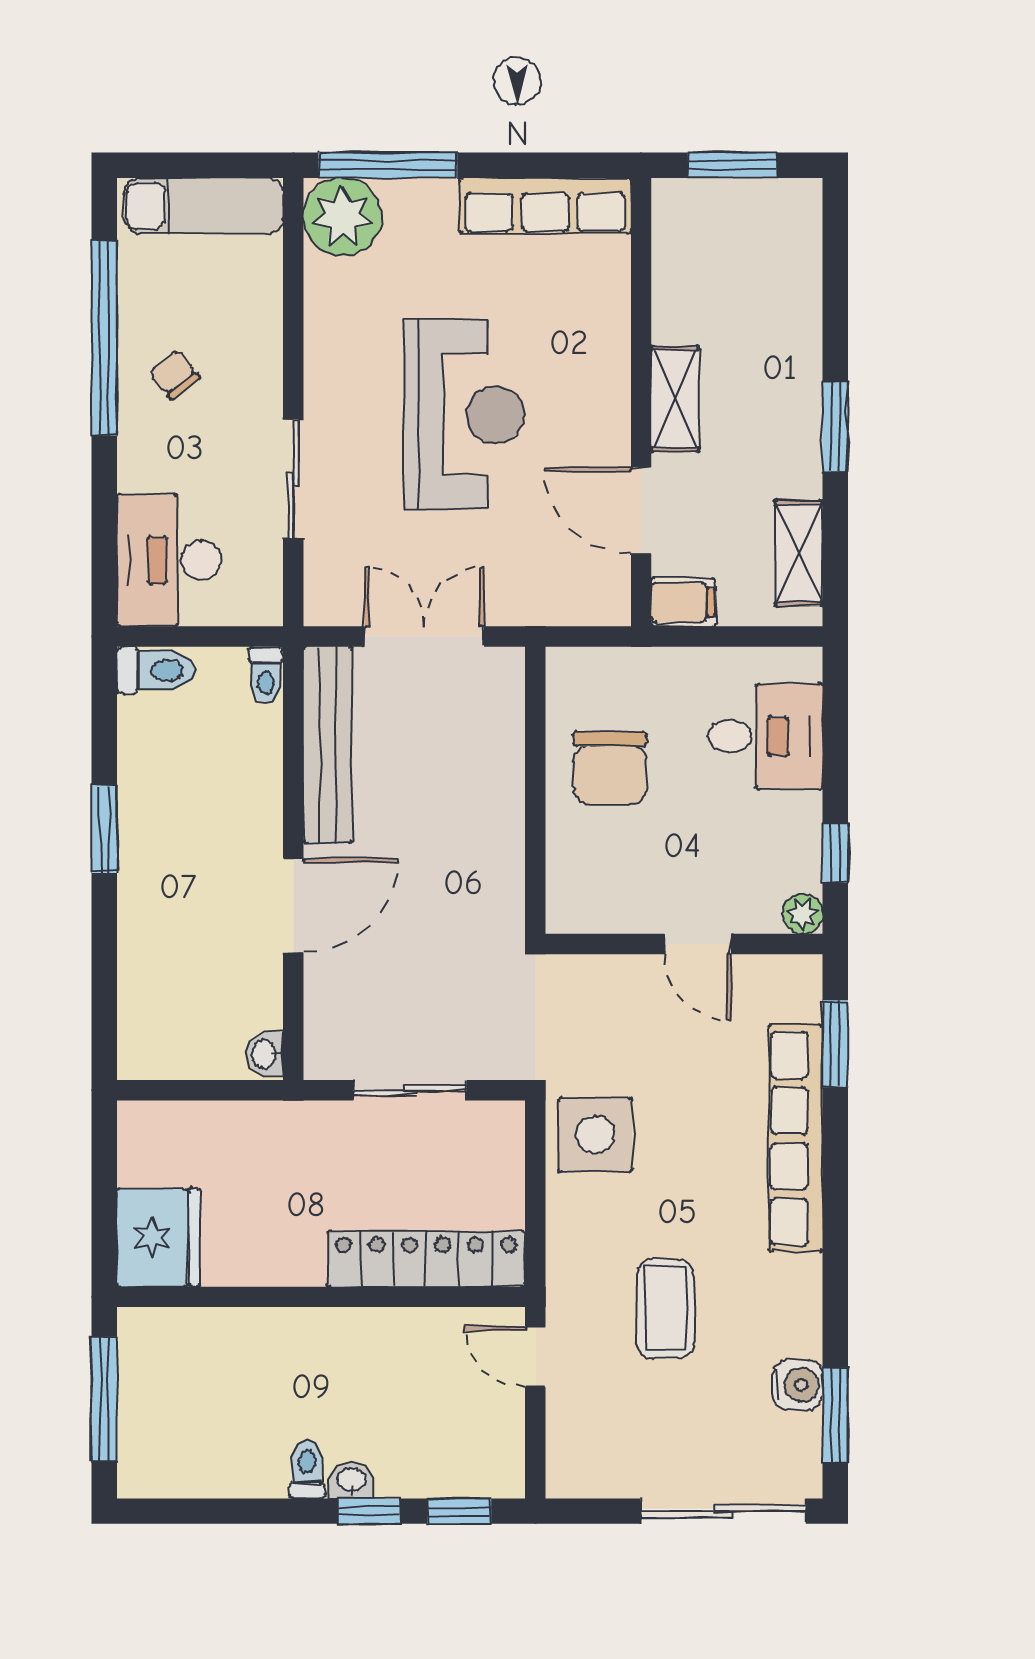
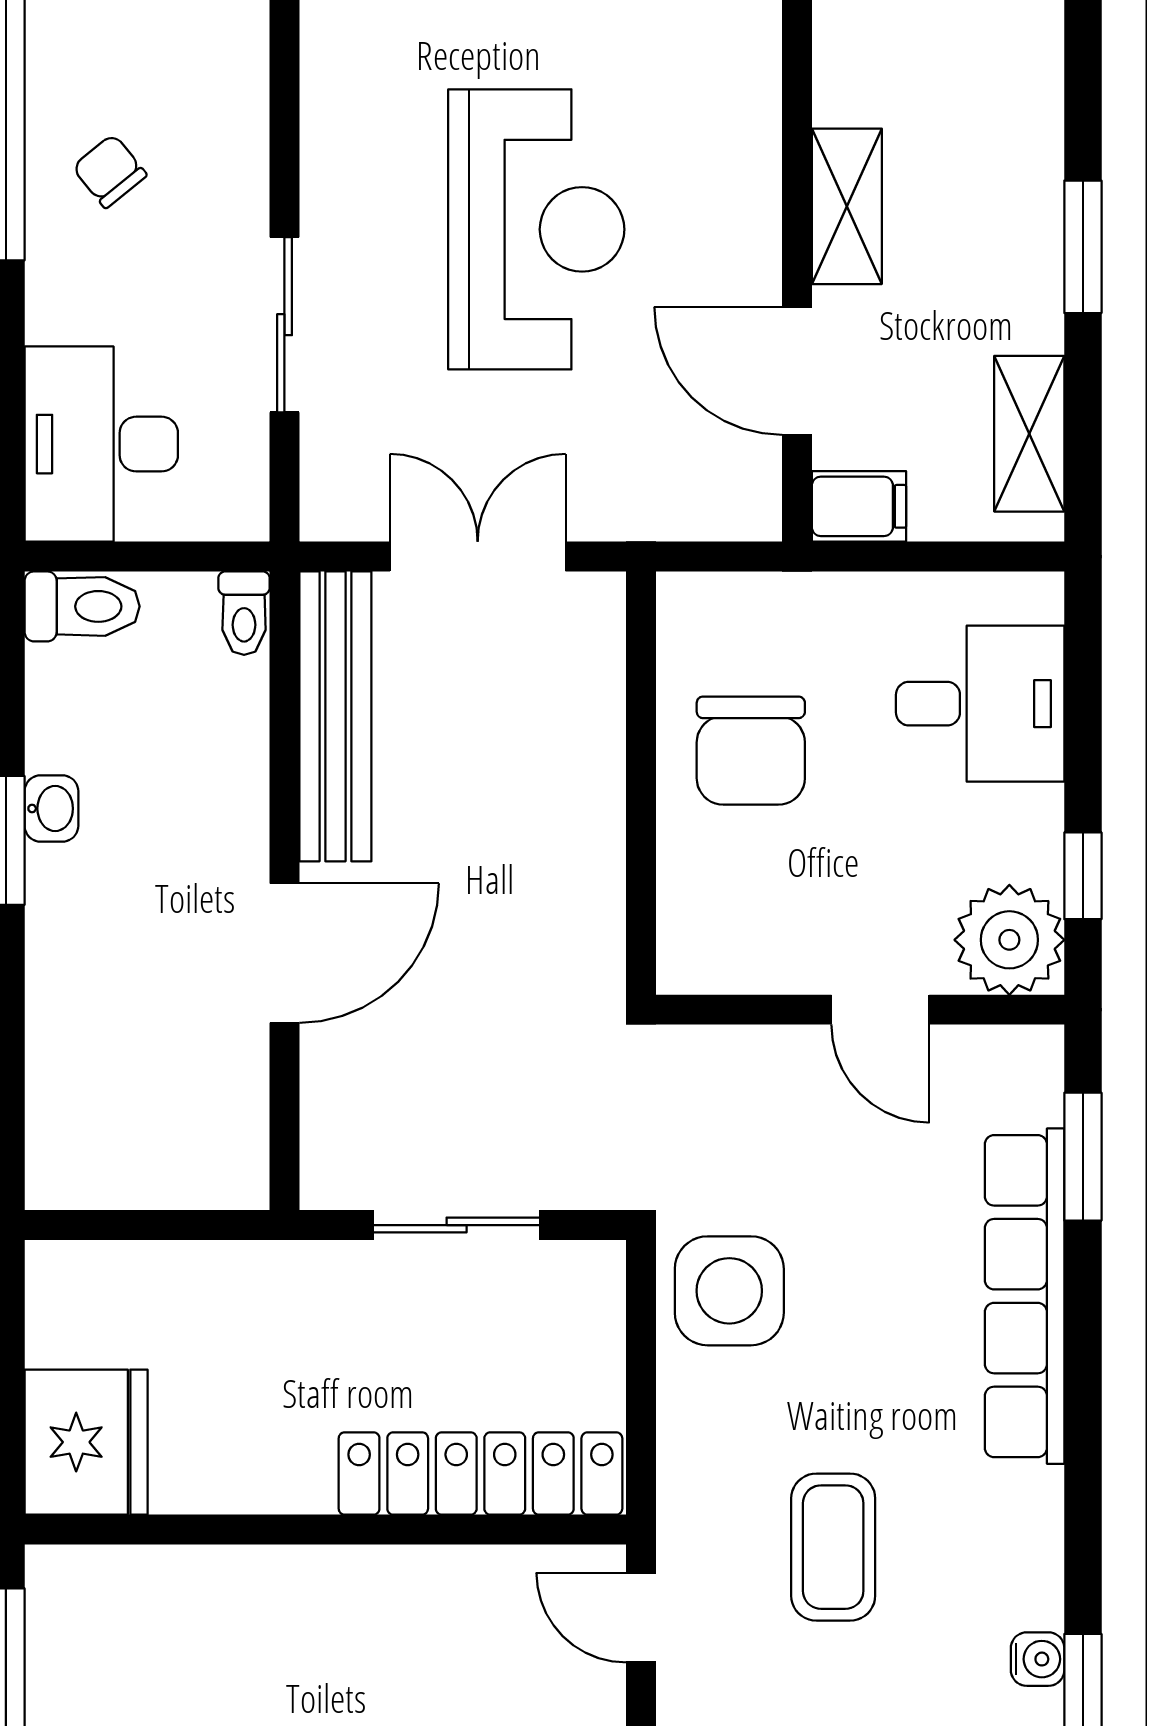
plant: (803, 914) -> (1009, 940), width x1.88, depth x1.88
washbasin: (265, 1054) -> (51, 809), moved, turned 180
water cooler: (797, 1385) -> (1038, 1659), width x0.72, depth x0.72

